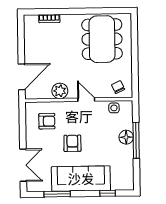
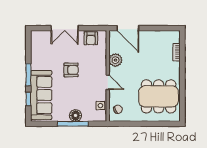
door: (86, 100) -> (108, 82), hinge flipped
armchair: (47, 121) -> (91, 38), moved
double door: (23, 165) -> (65, 28), moved
sofa: (81, 179) -> (41, 95), moved
window: (57, 194) -> (28, 75), moved

